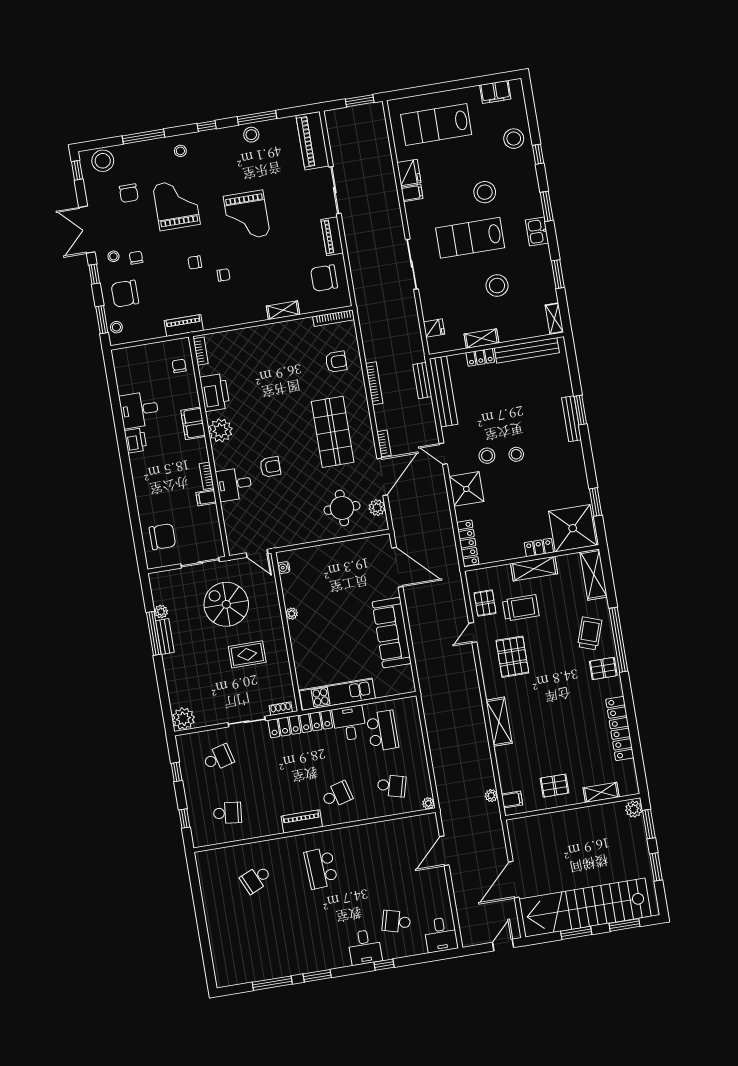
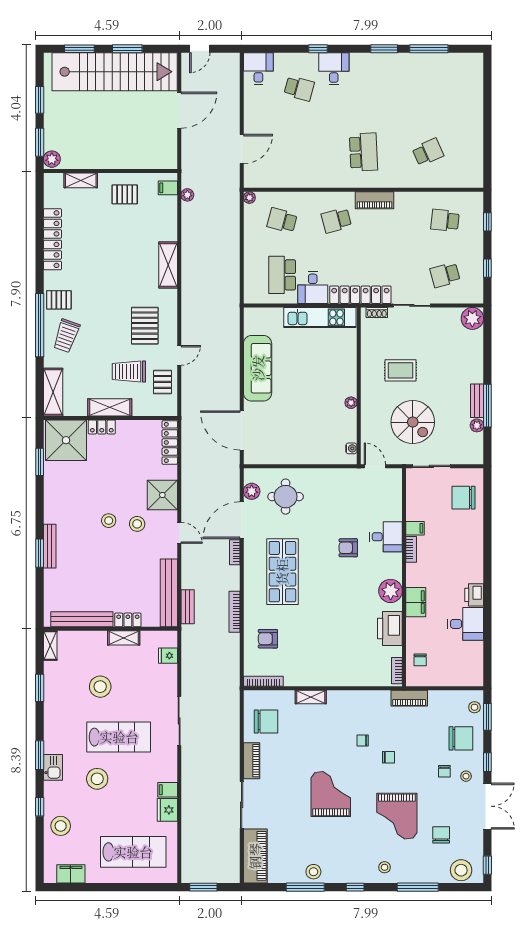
kitchen sink: (537, 231) -> (53, 767), moved

